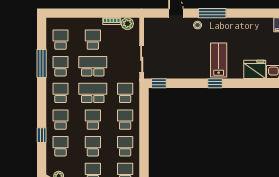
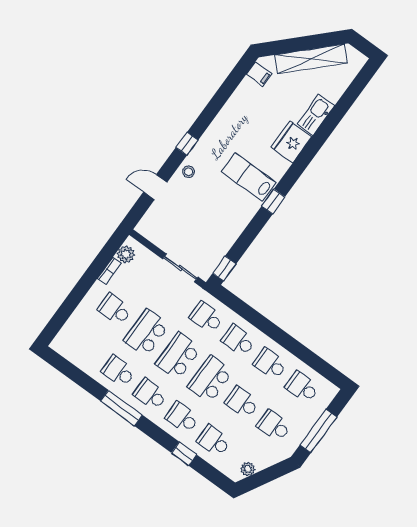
window: (212, 13) -> (187, 144), width x0.46
school desk: (60, 40) -> (87, 348), removed
window: (42, 64) -> (121, 408), moved
school desk: (93, 120) -> (210, 379), width x1.85

